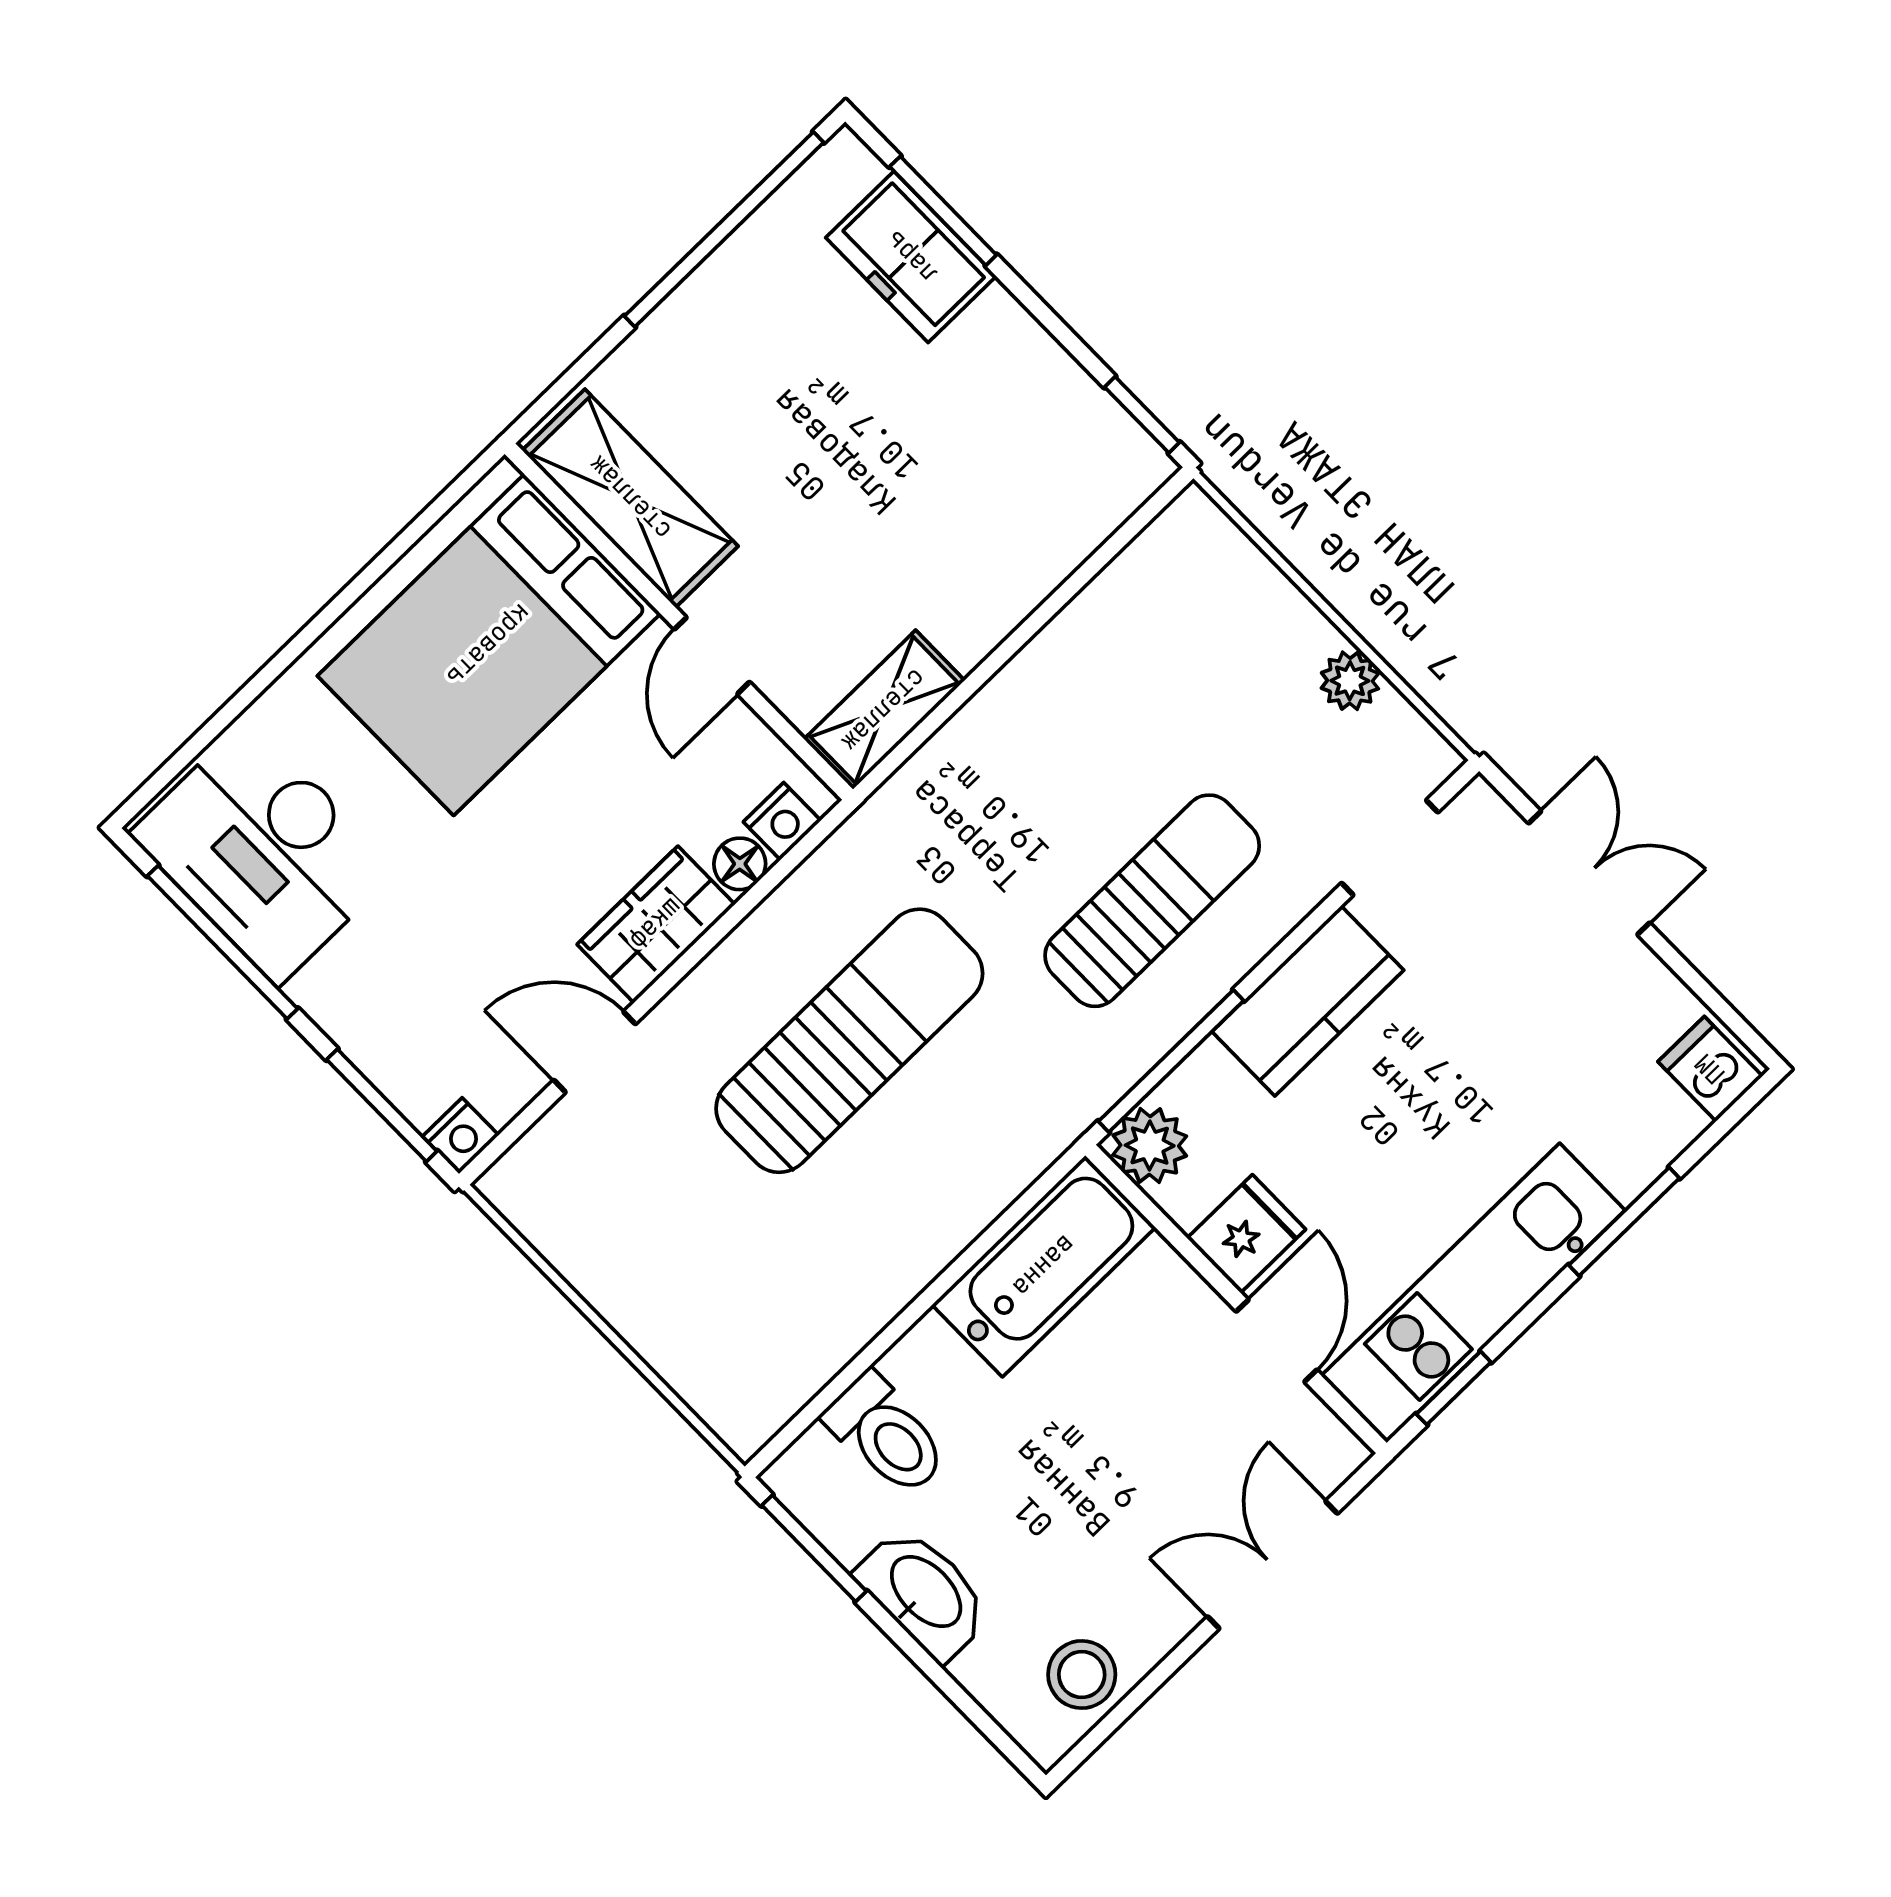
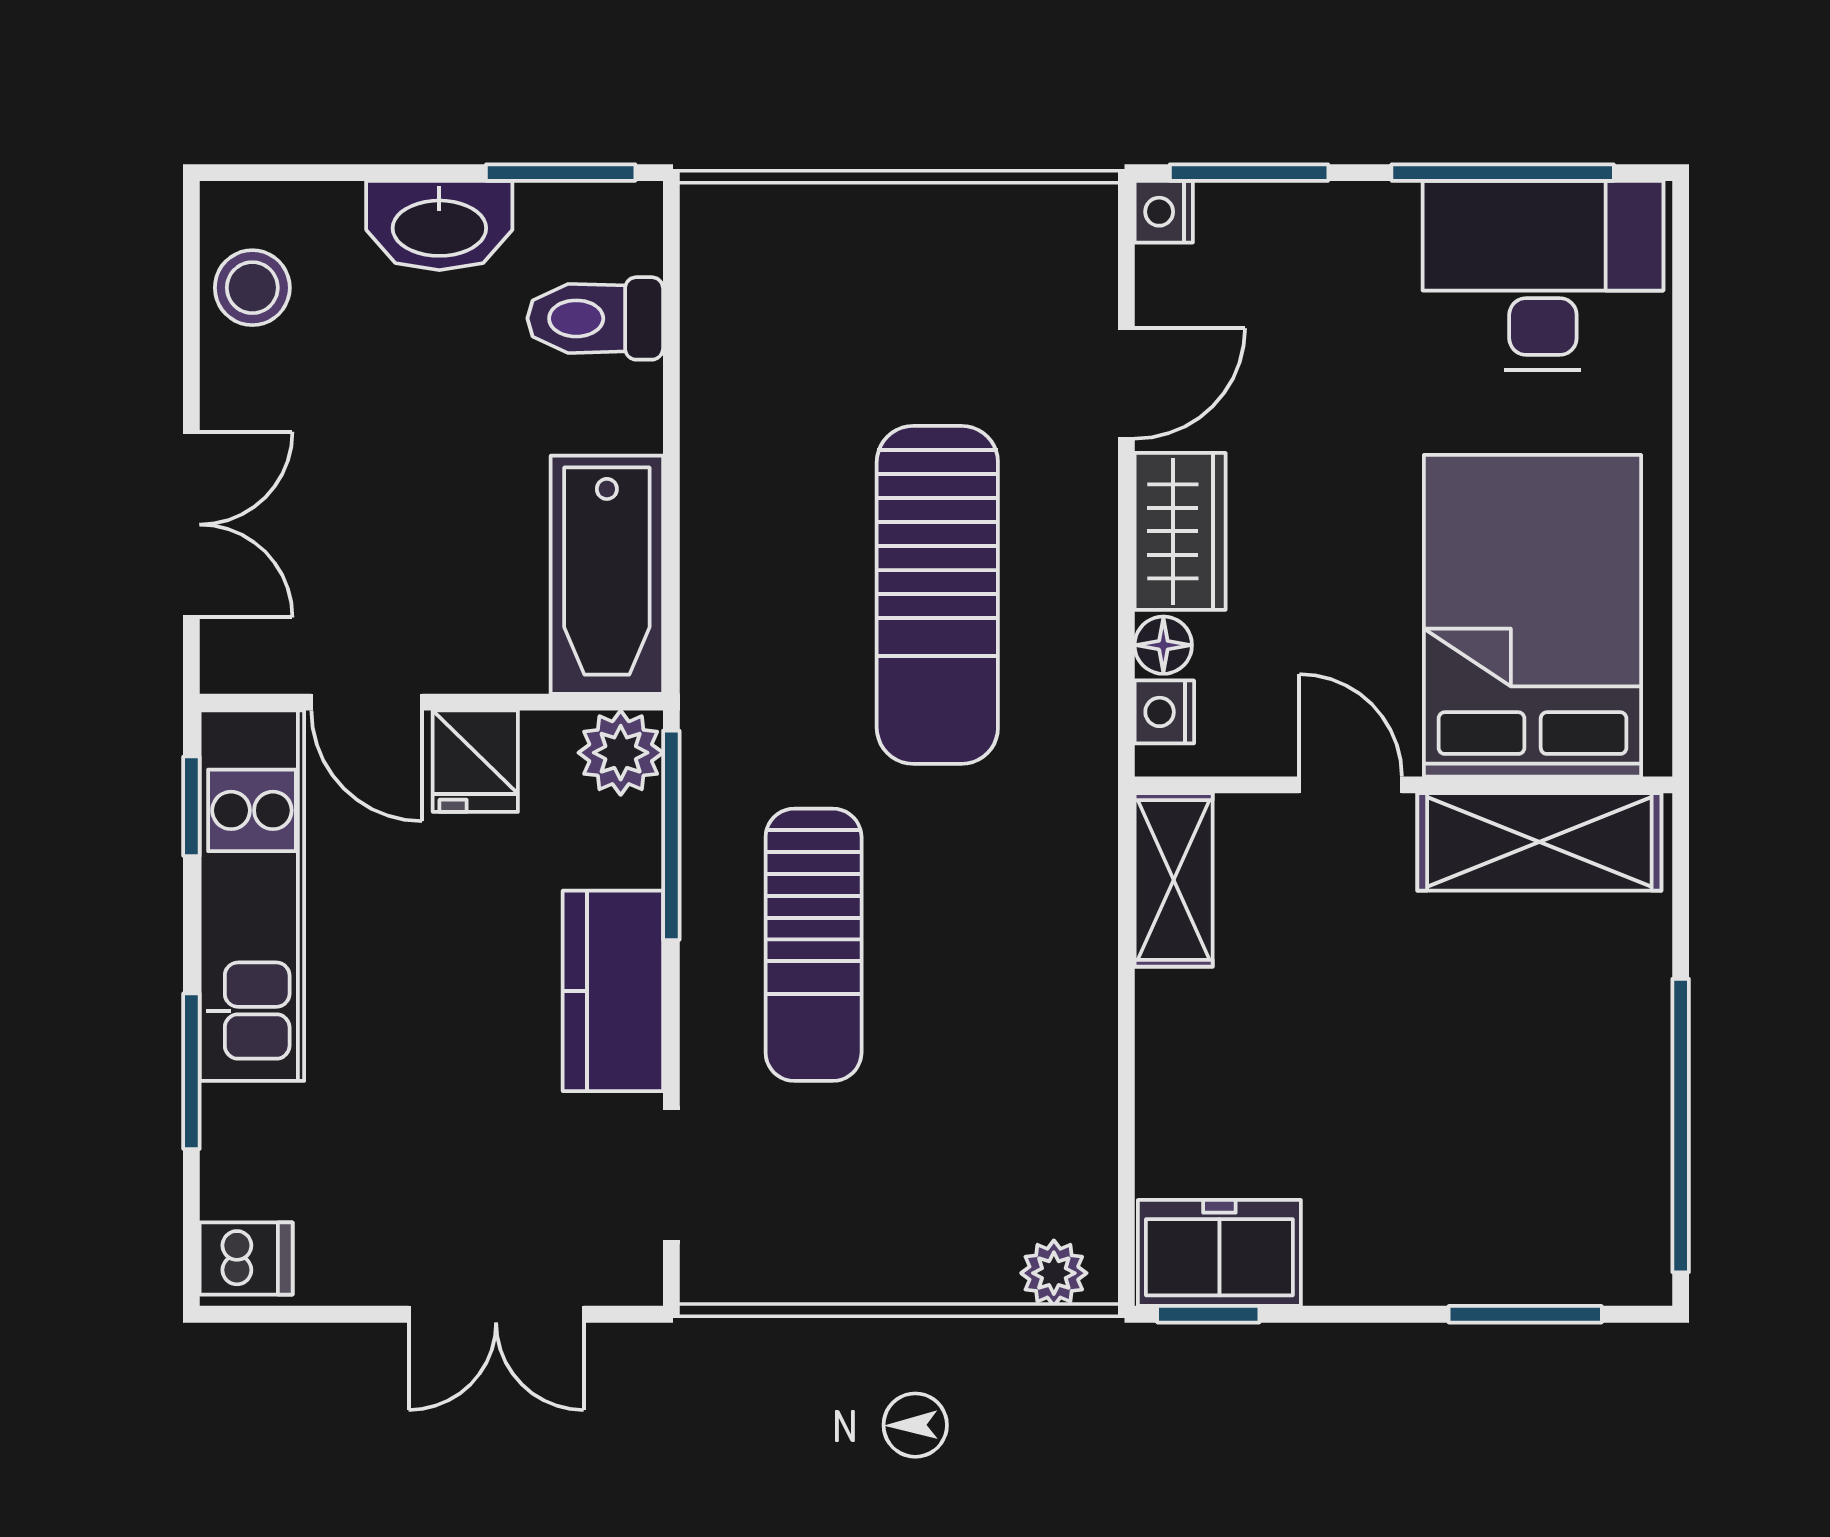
freezer: (911, 257) -> (1219, 1253), moved
plant: (1350, 681) -> (1054, 1273), moved

